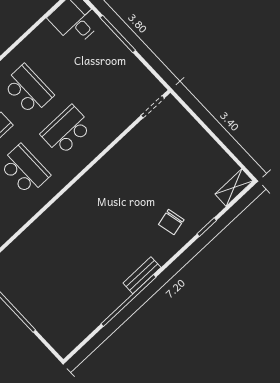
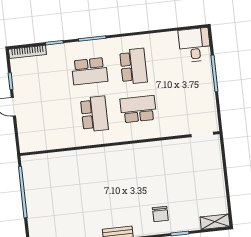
chair: (171, 222) -> (160, 214), turned -77

